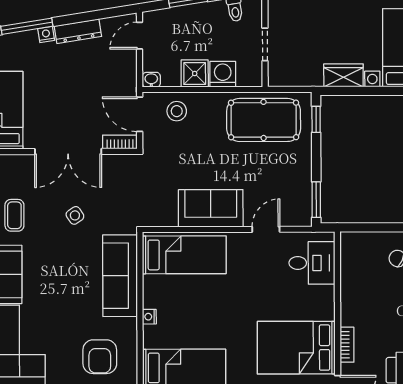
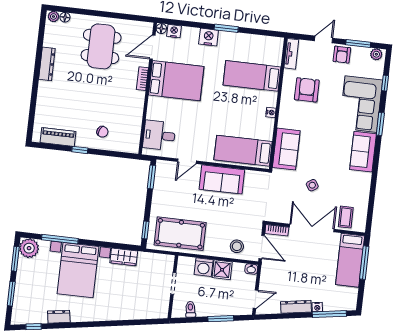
coffee table: (14, 215) -> (346, 217), moved
sofa: (120, 276) -> (286, 149), width x0.73

